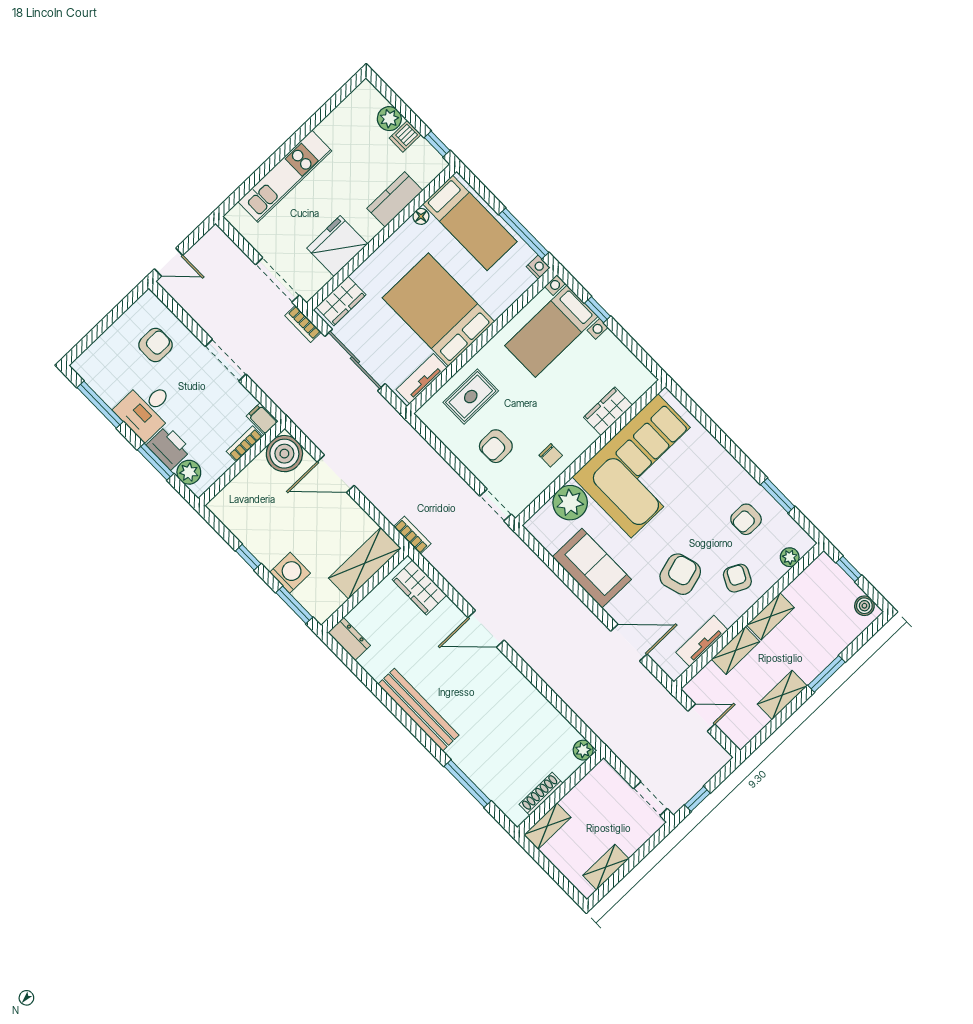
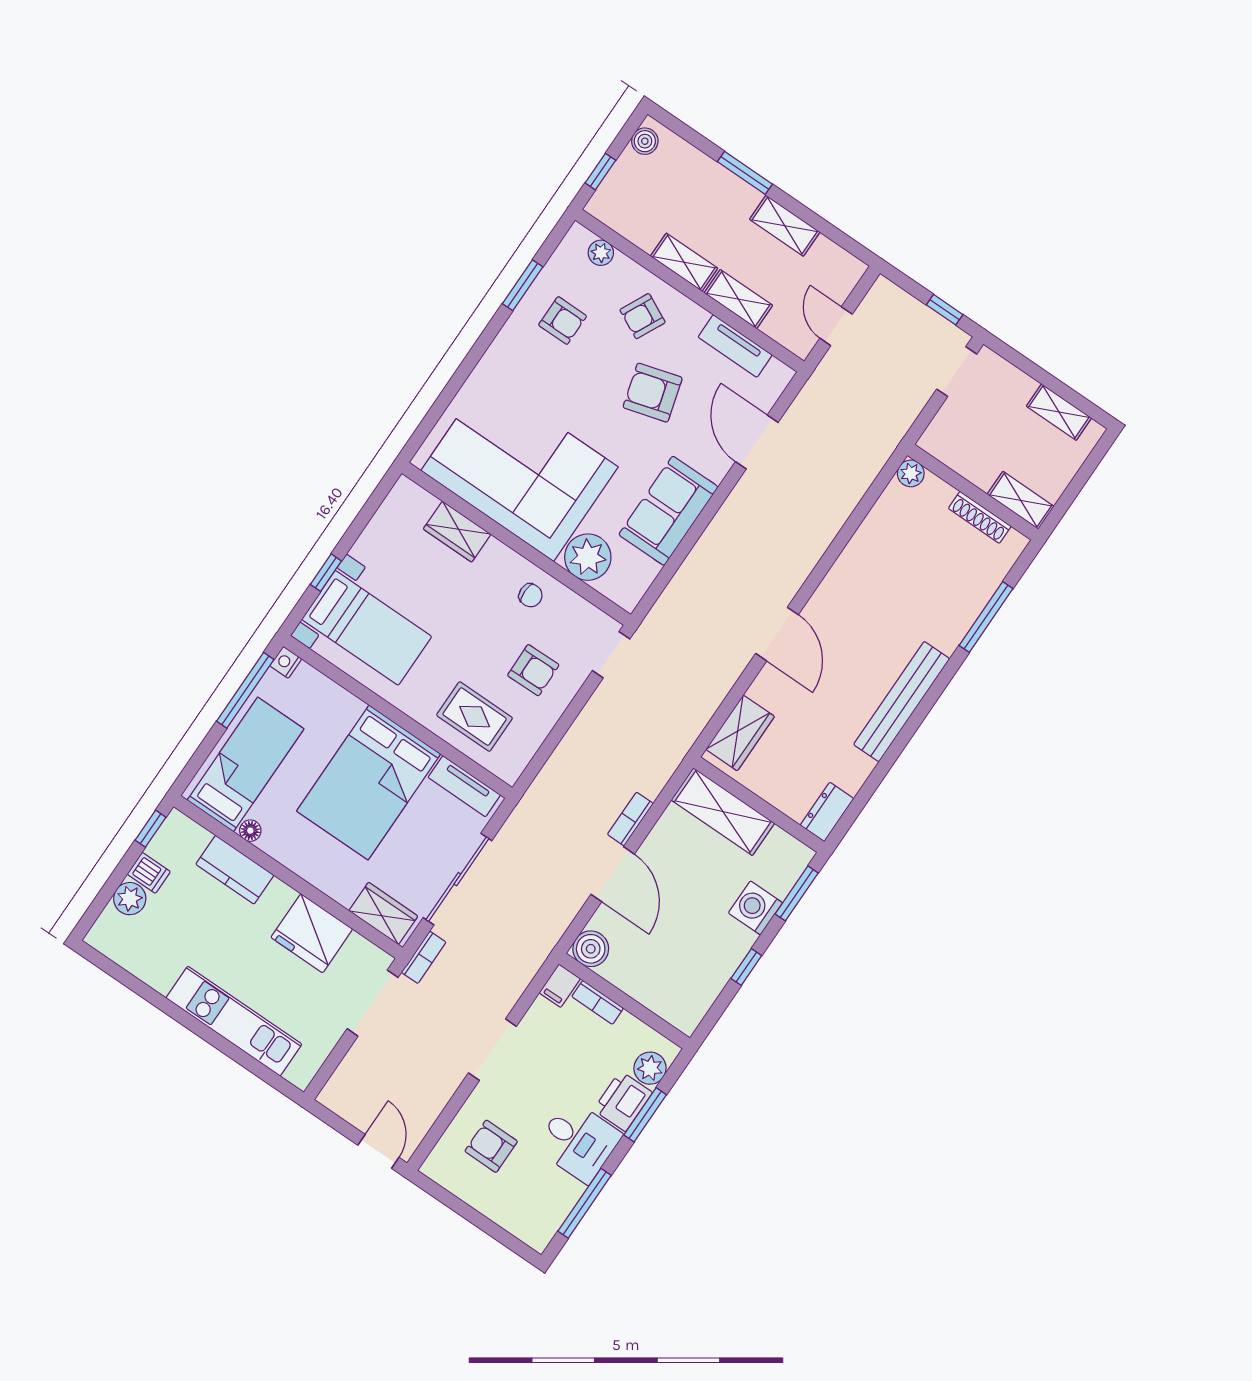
boiler: (284, 454) -> (591, 949), width x0.73, depth x0.73
chair: (551, 455) -> (531, 595), turned 90
bookcase: (412, 535) -> (630, 819), moved

